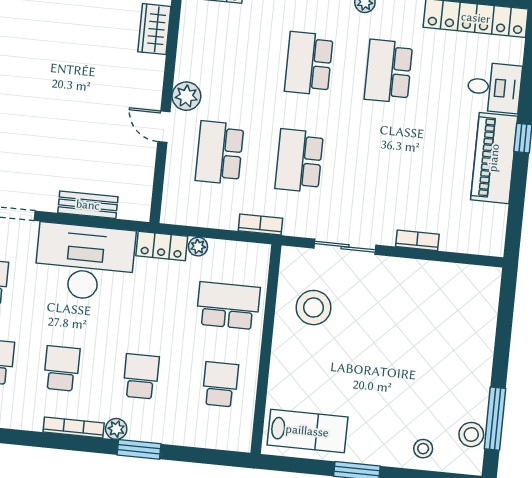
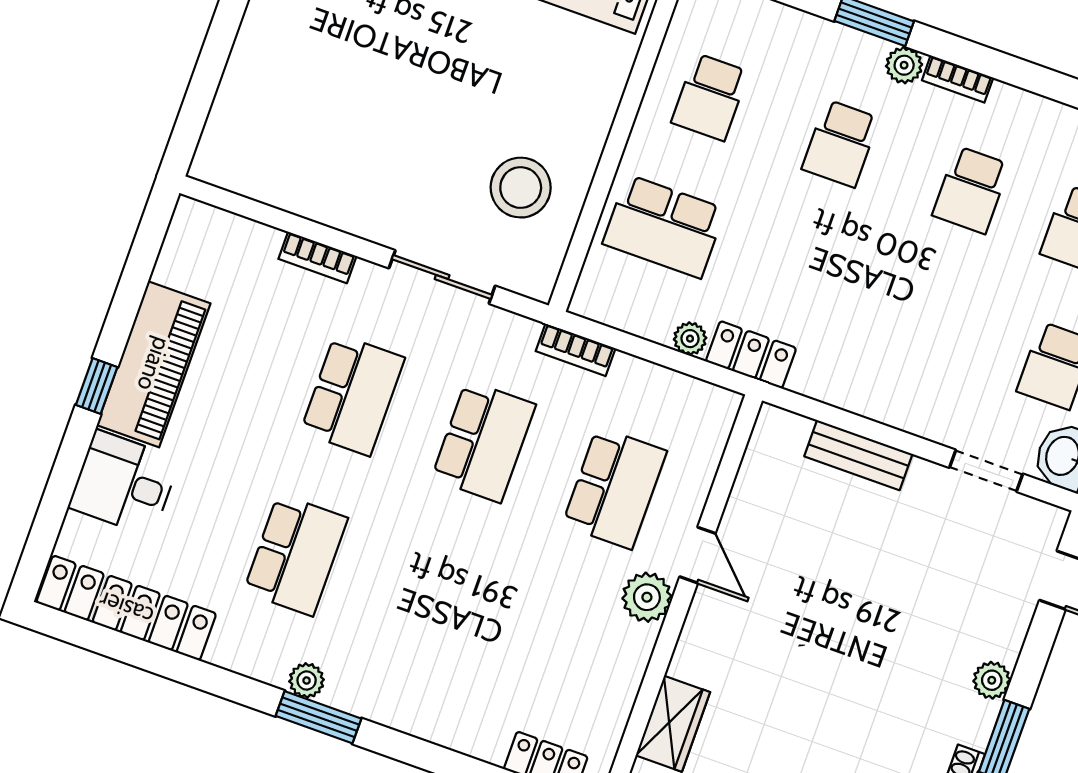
school desk: (309, 63) -> (353, 395), moved
desk: (85, 262) -> (888, 360), removed
bookcase: (74, 428) -> (958, 79), width x0.64

